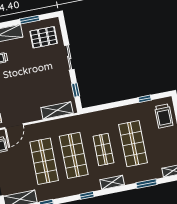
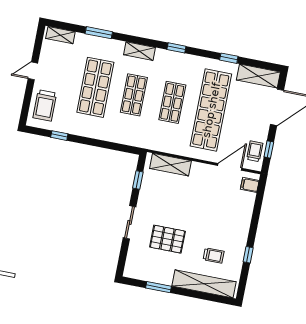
pallet: (44, 37) -> (167, 239), moved
trolley: (164, 116) -> (45, 105), turned 180
shop shelf: (74, 155) -> (172, 102), width x0.70, depth x0.74
shop shelf: (44, 161) -> (211, 110), width x1.40

